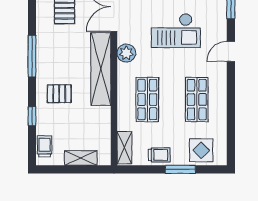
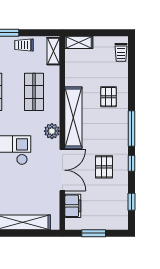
pallet: (59, 94) -> (109, 97), turned 90
window: (32, 116) -> (132, 163), moved
shelving: (81, 158) -> (79, 42), moved

